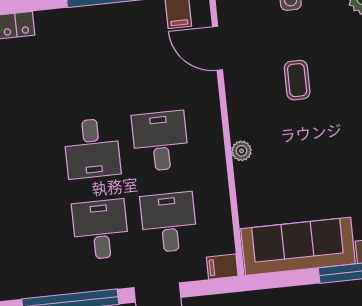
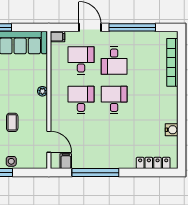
desk: (160, 141) -> (81, 100), turned 180
desk: (169, 222) -> (81, 61), turned 180

